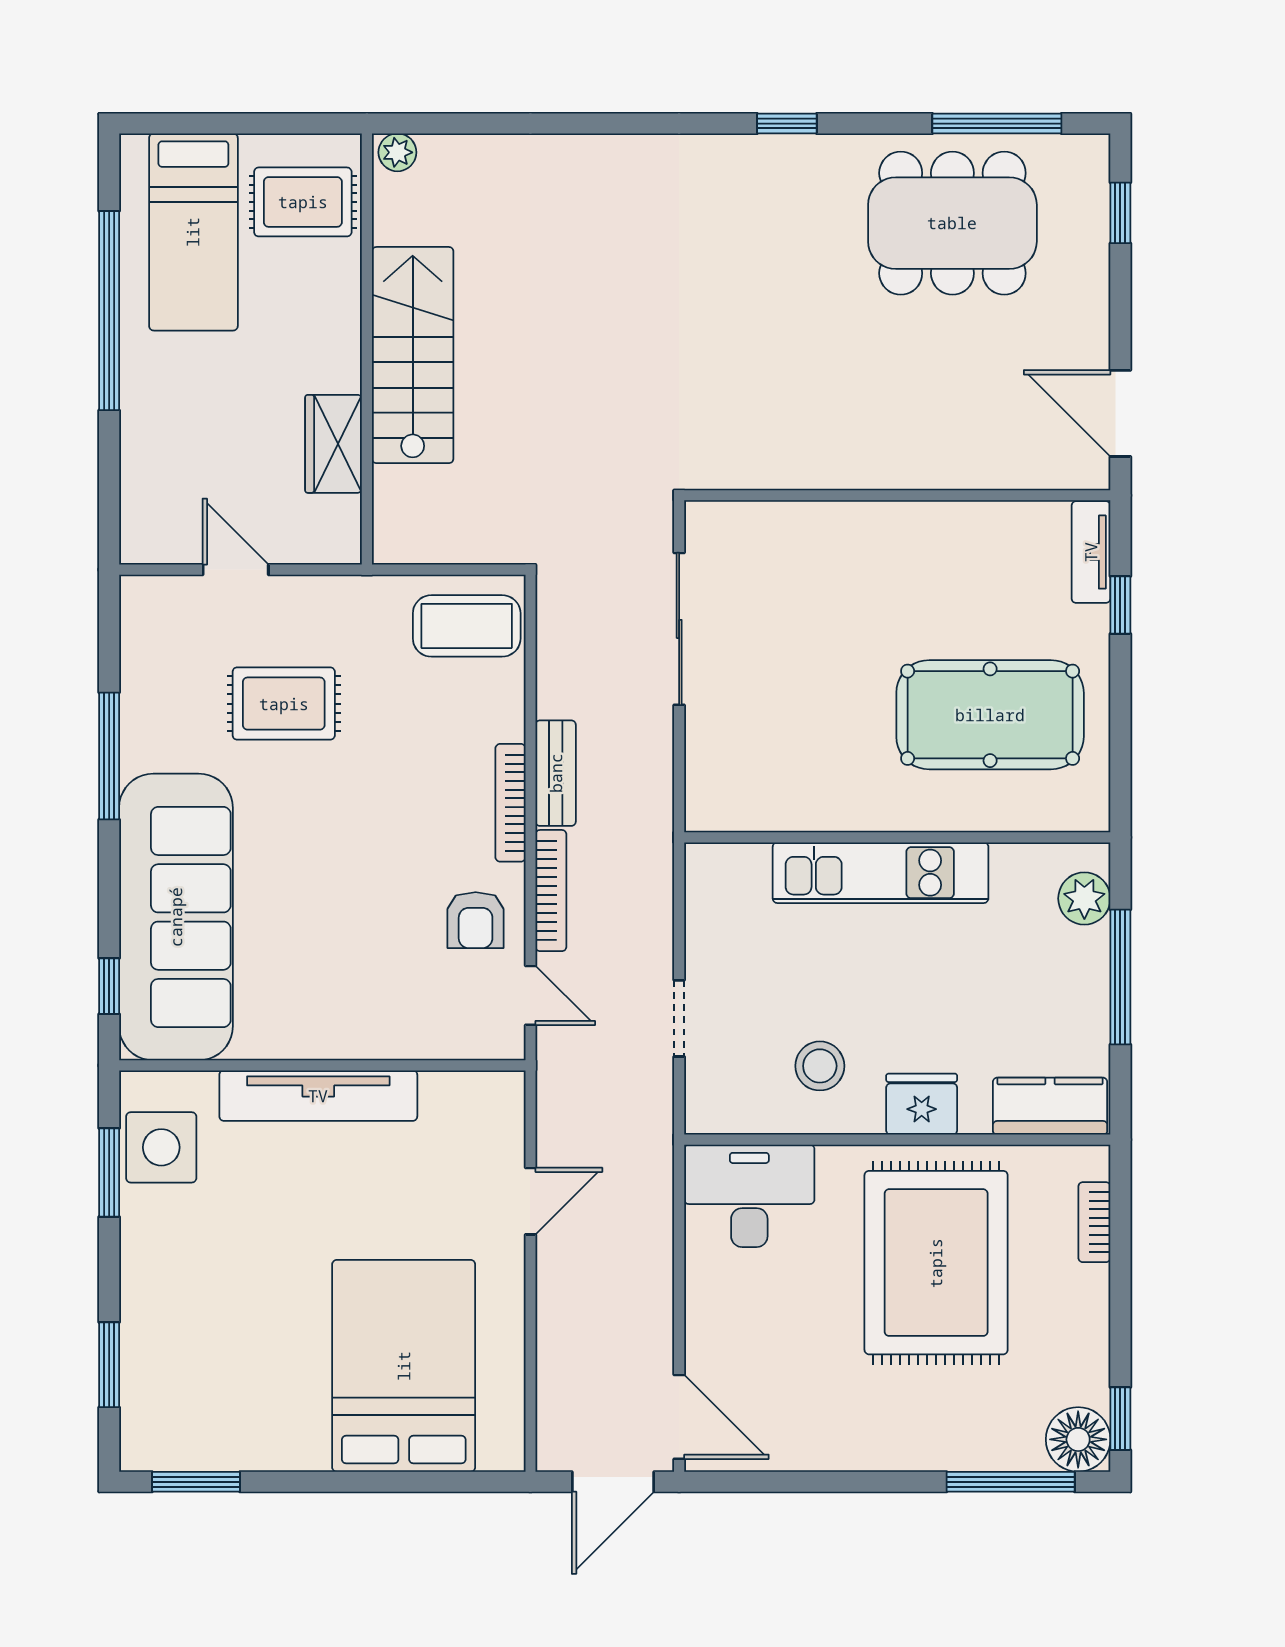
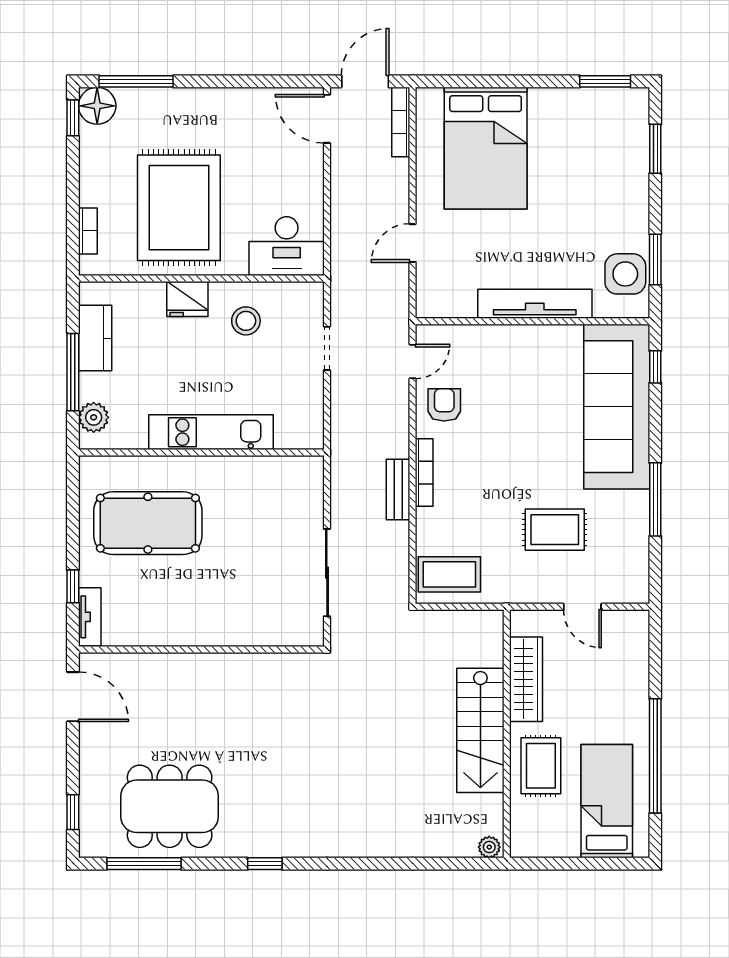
rug: (303, 202) -> (541, 766), moved, turned 90
wardrobe: (333, 444) -> (526, 679), width x1.50
bookcase: (551, 891) -> (401, 122), moved
door: (530, 995) -> (413, 362), swing flipped
kitchen counter: (1050, 1106) -> (95, 338), moved, turned -90

